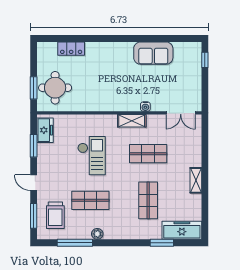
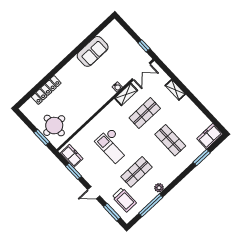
locker: (71, 49) -> (46, 90), width x1.53
window: (205, 60) -> (144, 46), moved
shelving: (132, 121) -> (126, 94), moved
checkout: (91, 156) -> (113, 145), turned 180
shelving: (196, 180) -> (175, 90), moved
freezer: (182, 230) -> (210, 136), width x0.71

